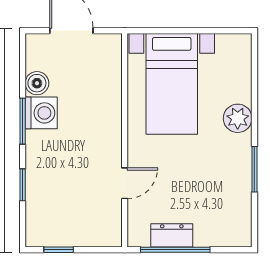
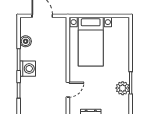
washing machine: (41, 113) -> (28, 69), moved
plant: (238, 118) -> (123, 88), moved

